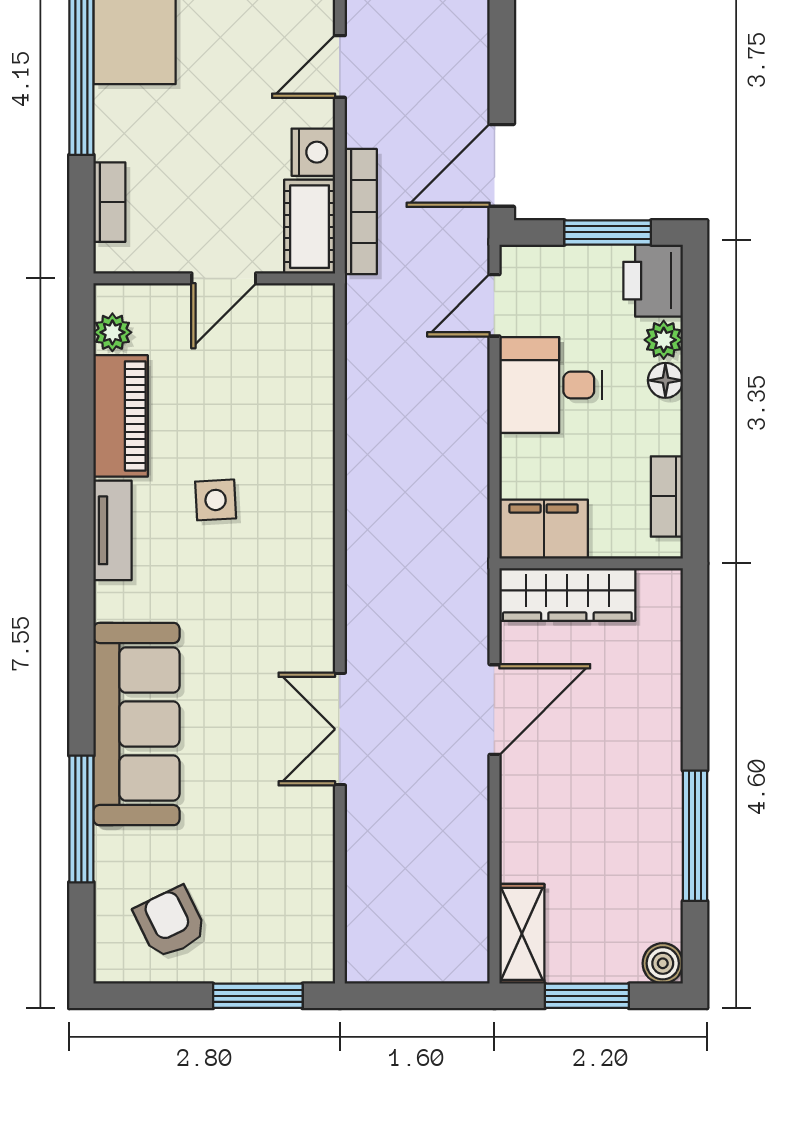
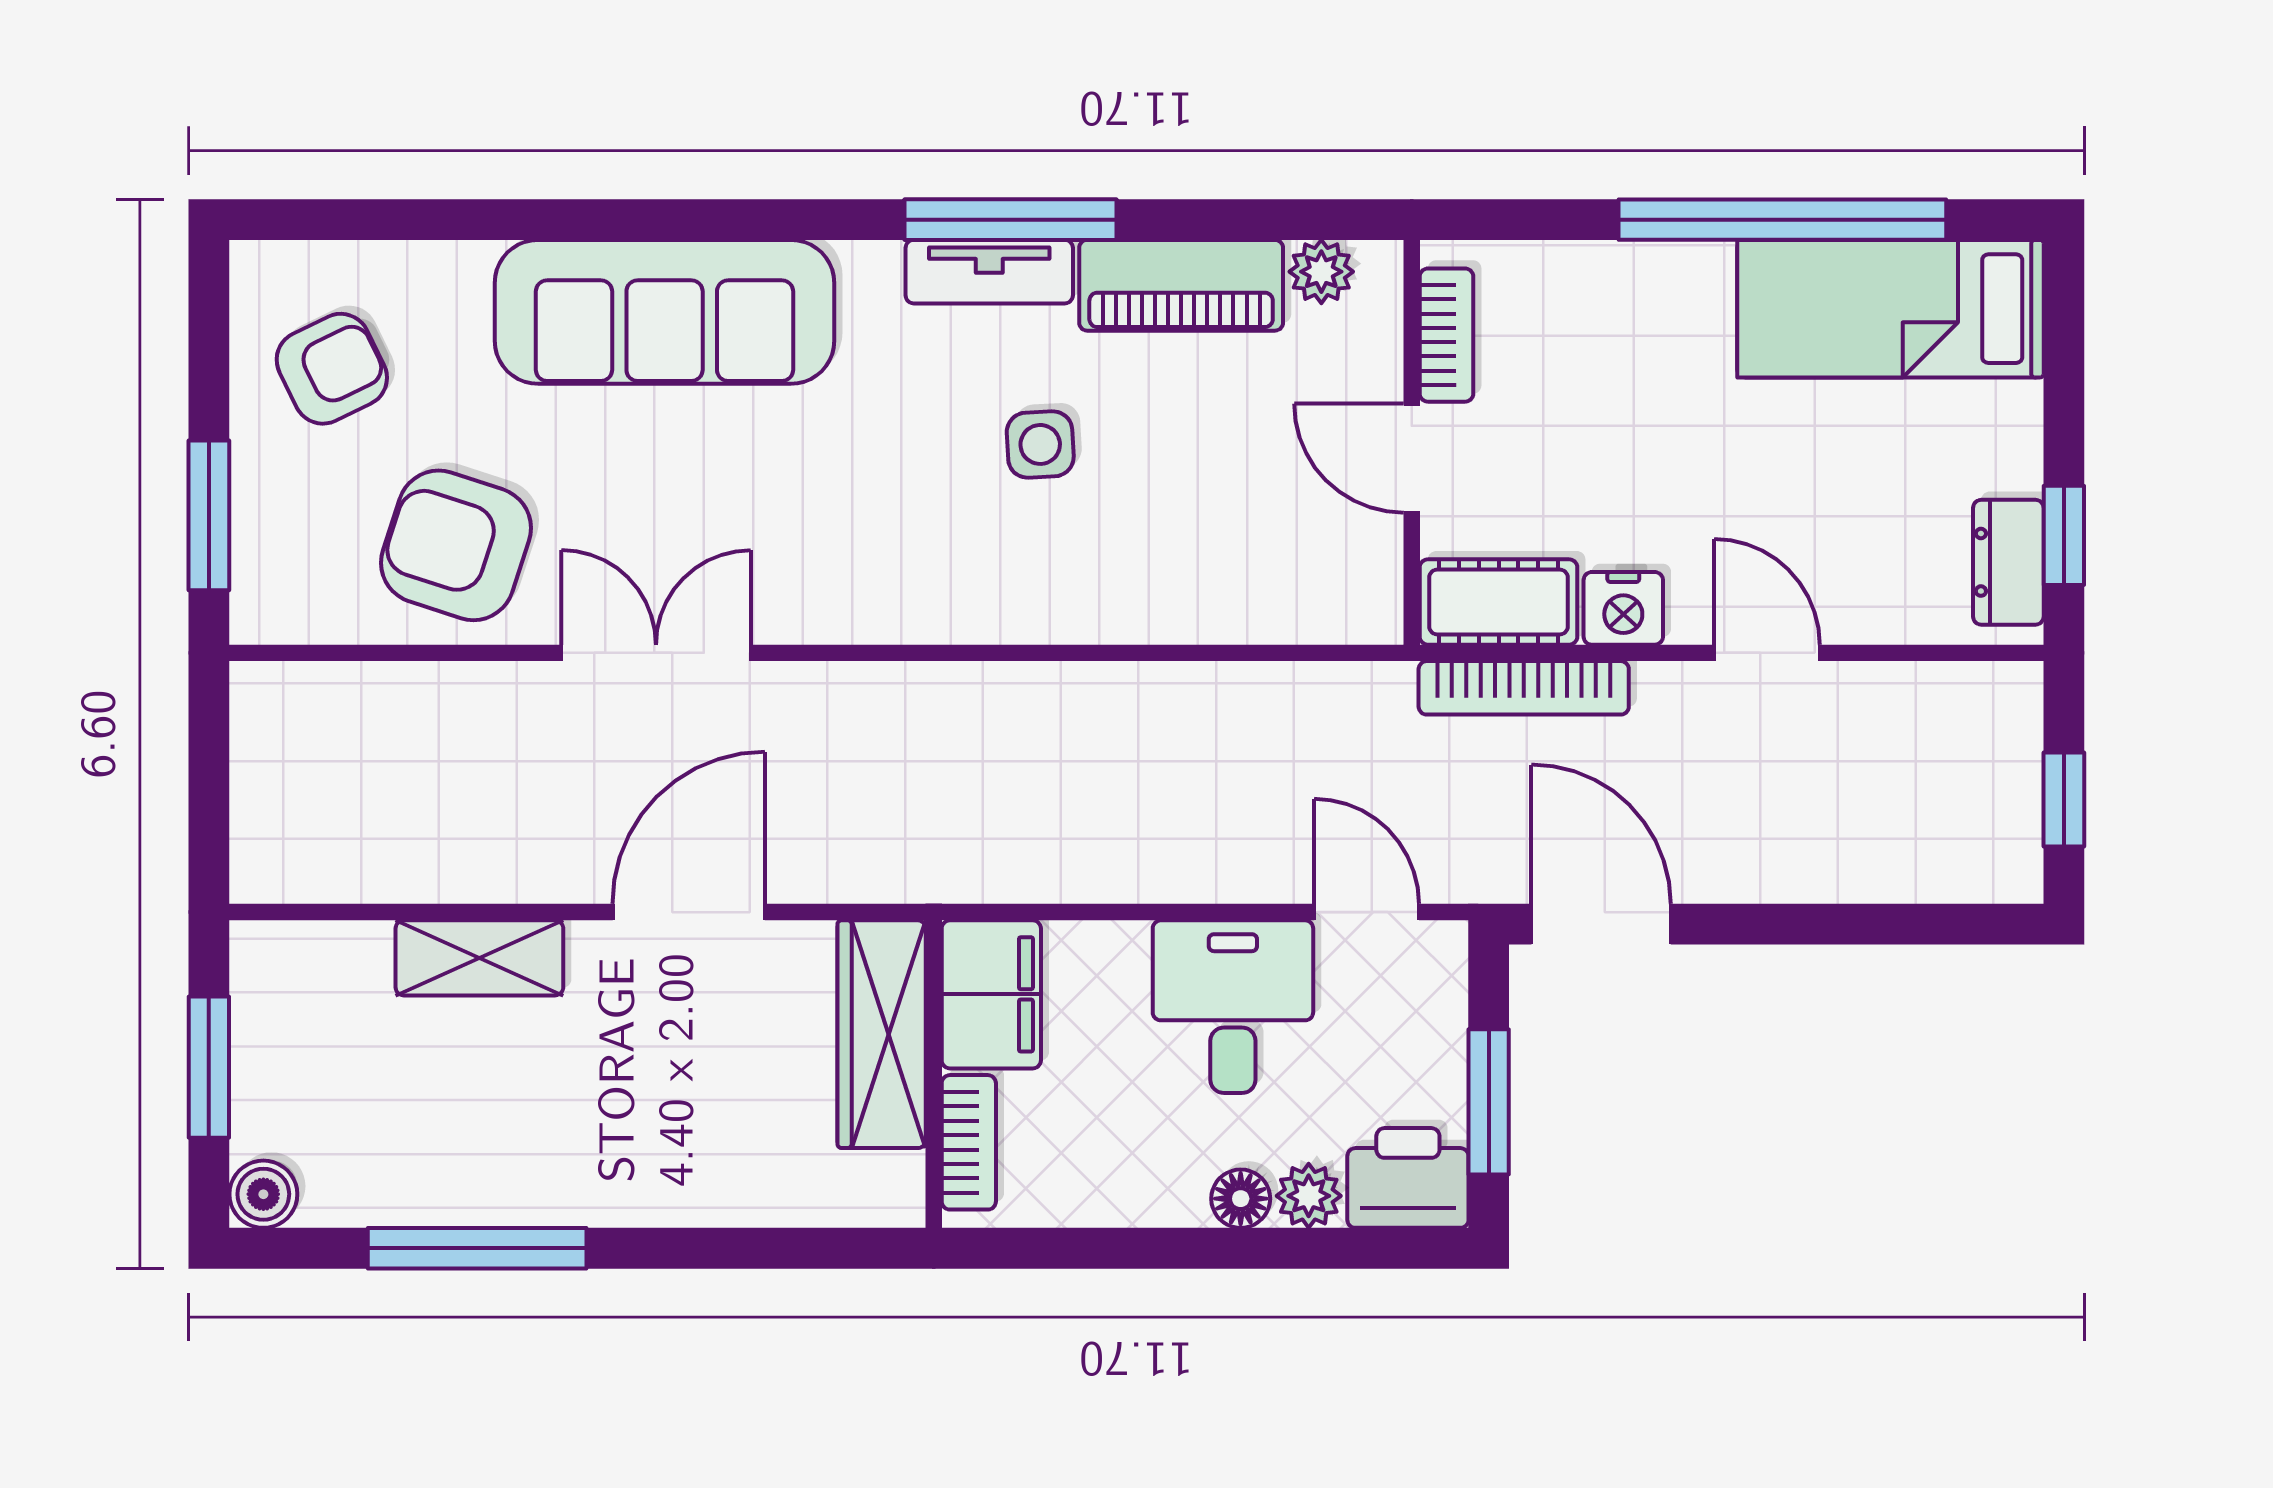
bookcase: (109, 202) -> (1446, 335), moved, turned -90
bookcase: (667, 496) -> (969, 1142), moved, turned 90
door: (494, 710) -> (689, 912), swing flipped
window: (81, 819) -> (1011, 220), moved
armchair: (276, 848) -> (456, 545), added
shelving: (522, 934) -> (479, 958), moved

